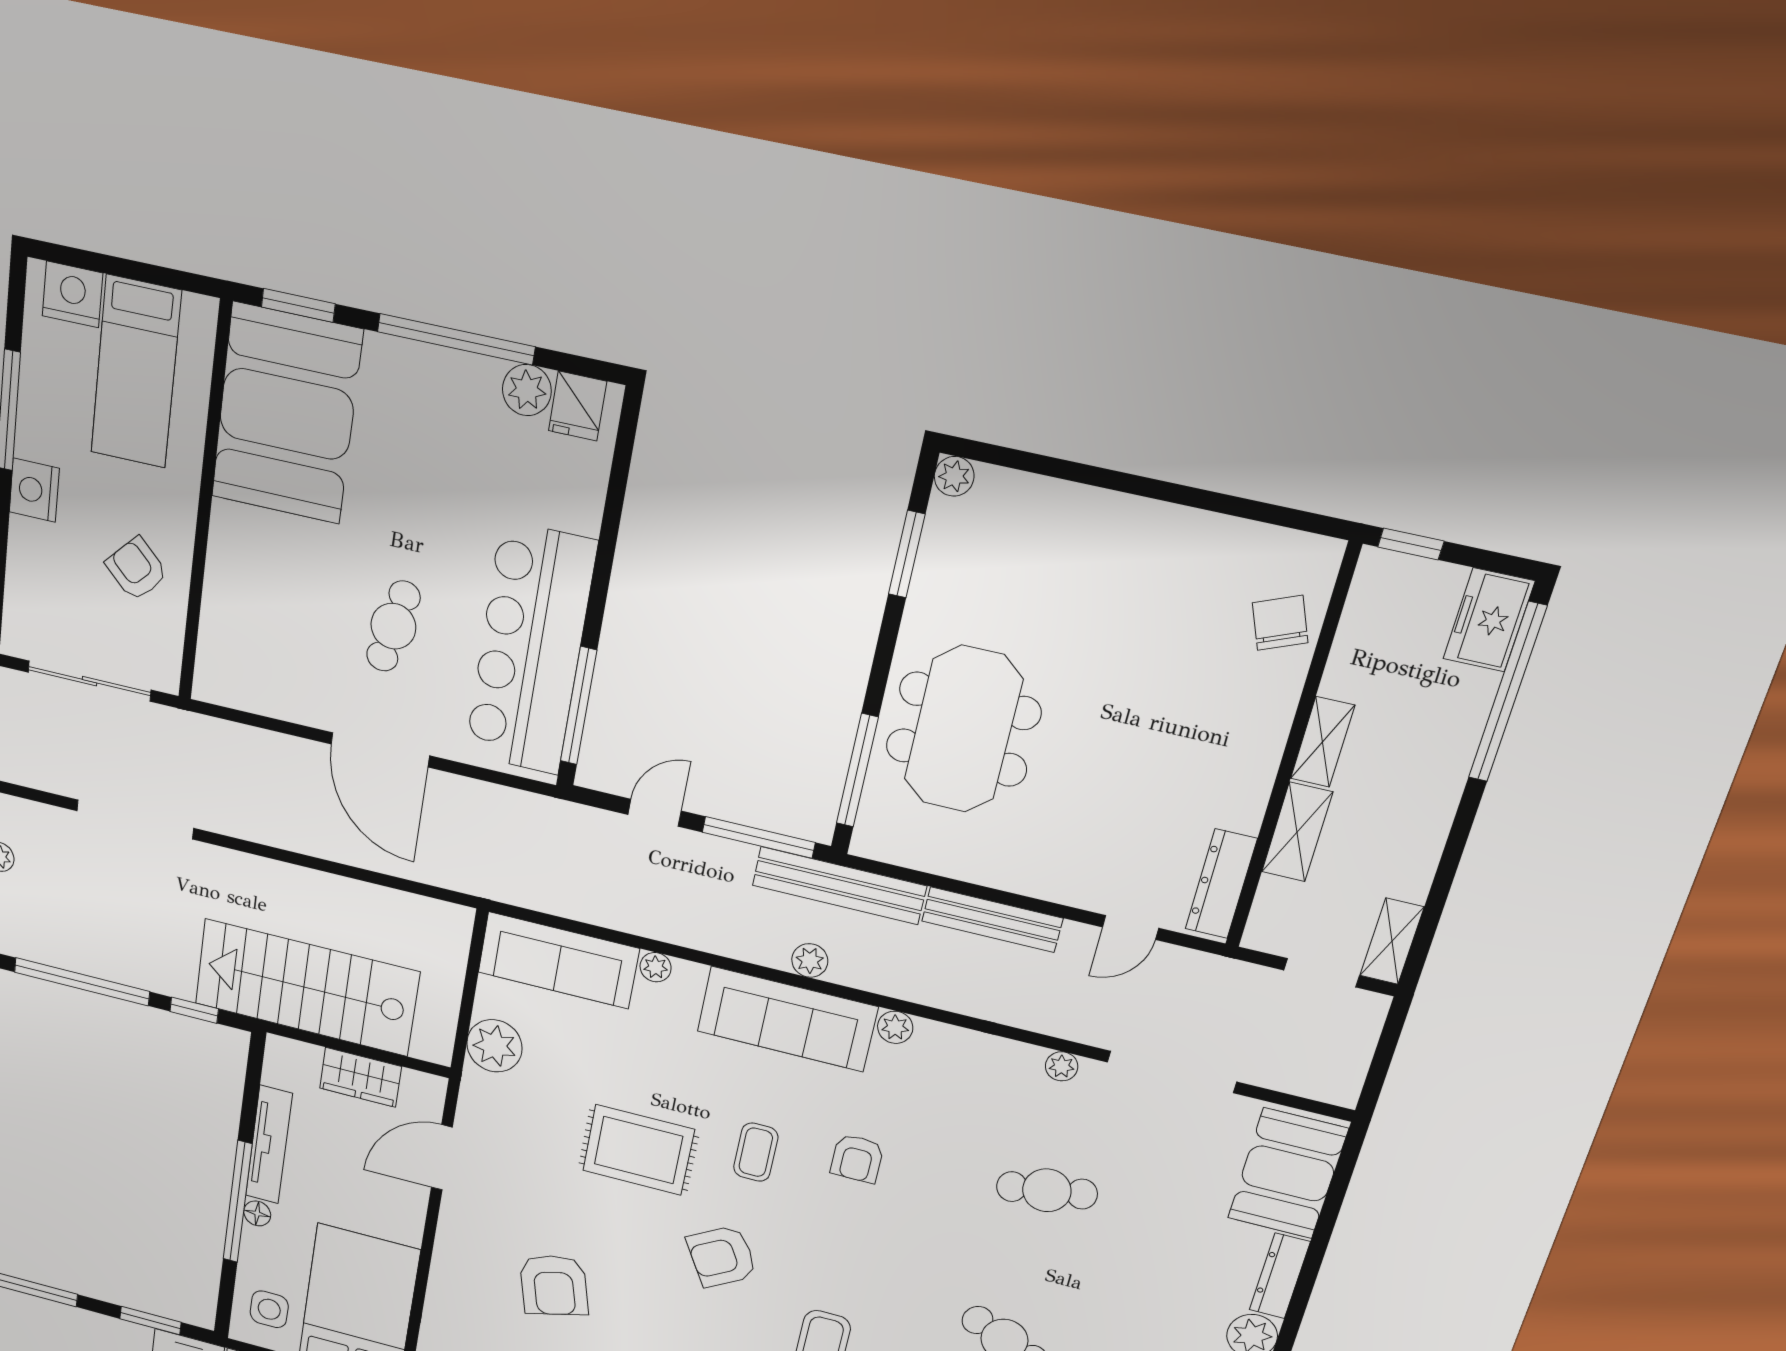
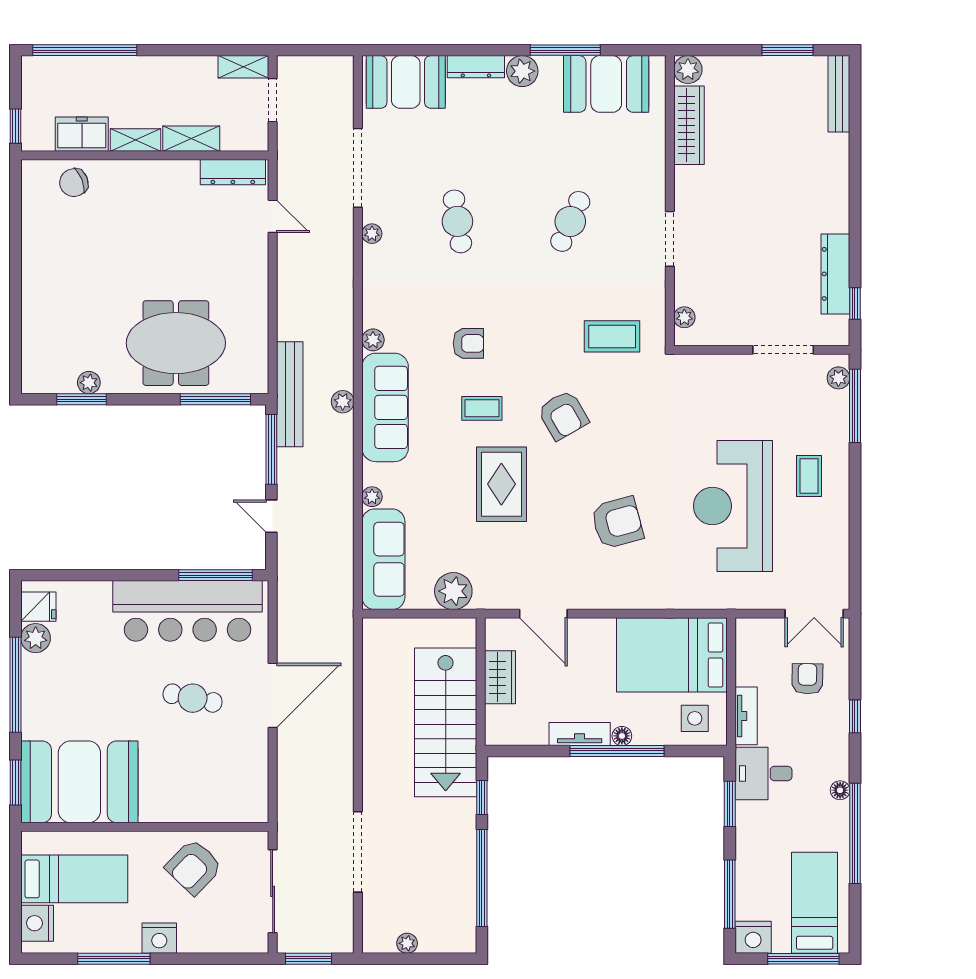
plant: (954, 476) -> (89, 383), moved
armchair: (136, 569) -> (194, 867), width x1.38, depth x1.38
freezer: (1489, 620) -> (82, 134), moved, turned 180
bench: (992, 920) -> (288, 298), removed
tv unit: (269, 1145) -> (580, 734), width x0.71

